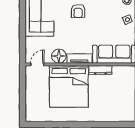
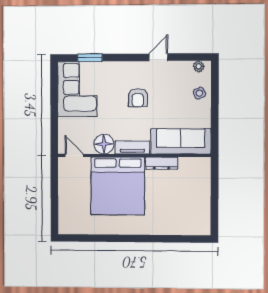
armchair: (78, 11) -> (138, 98), moved
door: (37, 64) -> (74, 155), hinge flipped

